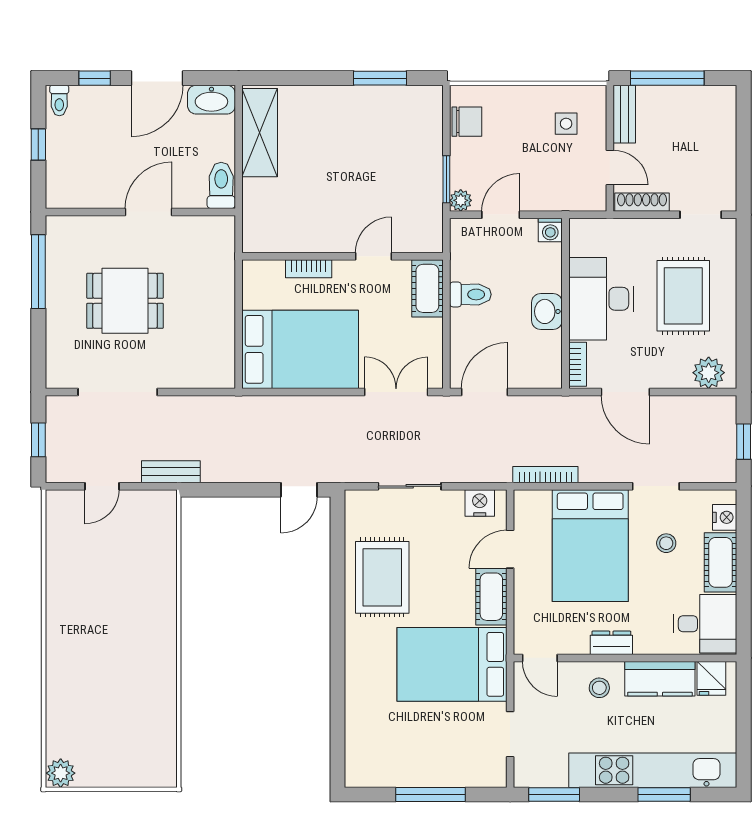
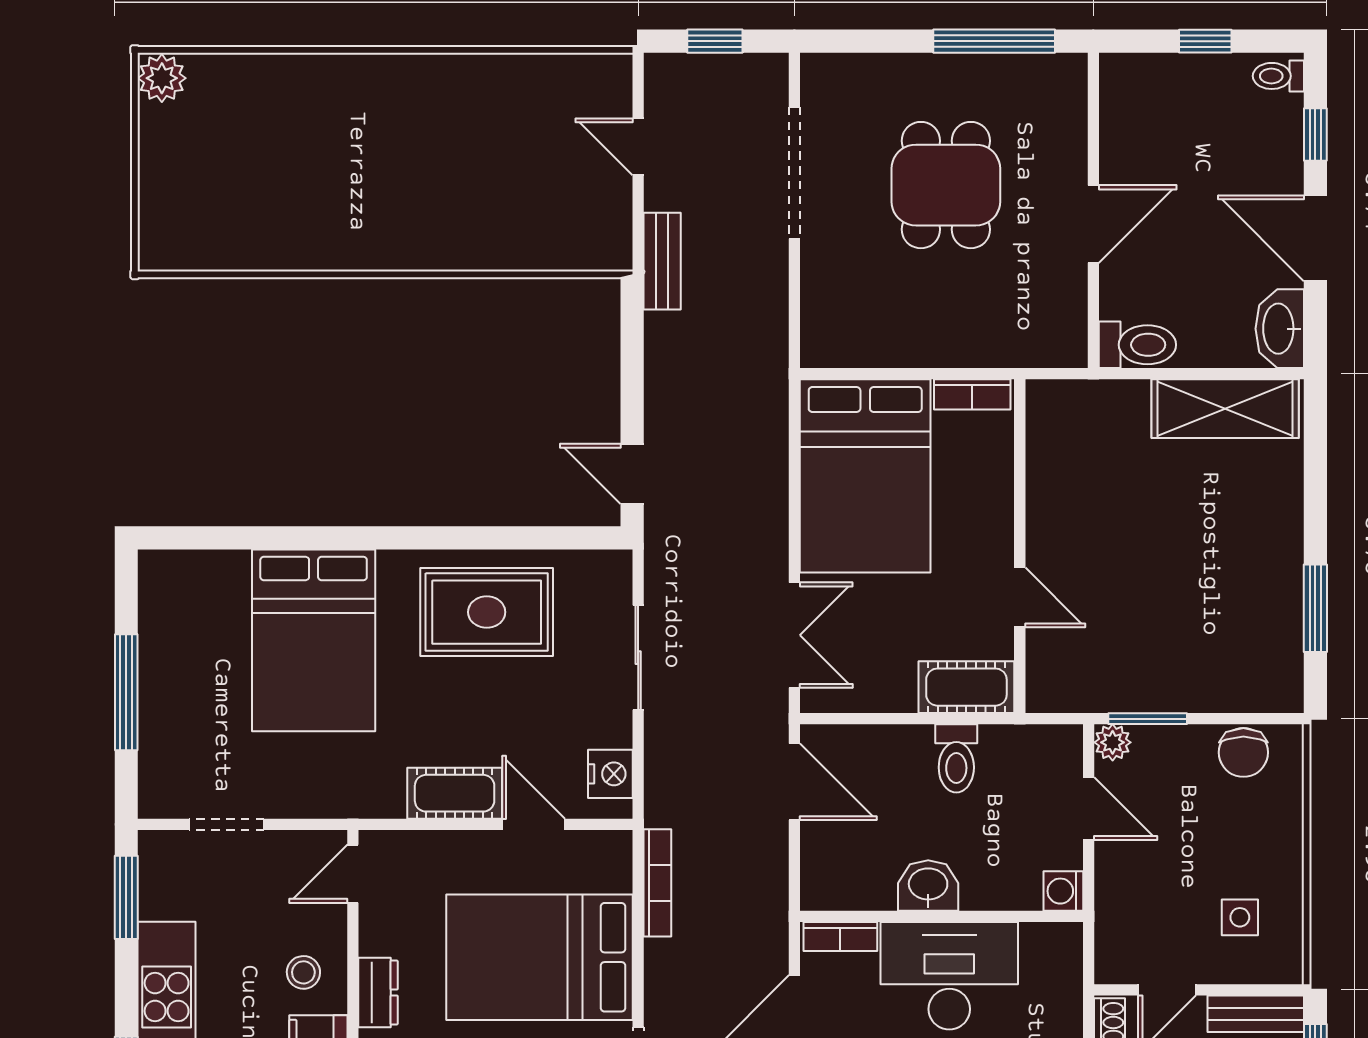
door: (149, 212) -> (1093, 224), hinge flipped
bookcase: (309, 269) -> (972, 394), moved, turned -90
bed: (452, 664) -> (314, 640), moved, turned 180

